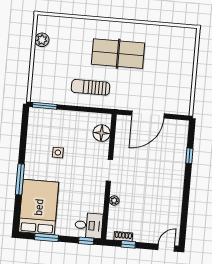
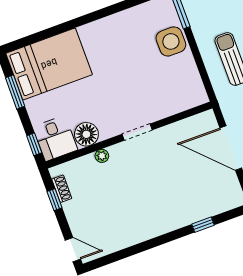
floor lamp: (102, 133) -> (86, 134), moved
side table: (58, 153) -> (171, 41), moved, width x1.87, depth x1.87
window: (20, 179) -> (73, 24), removed

